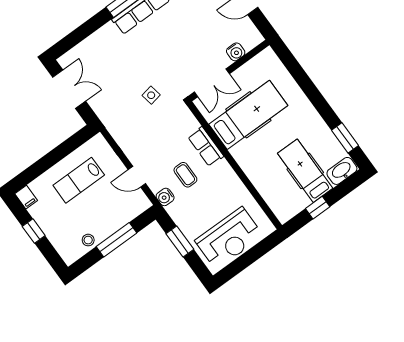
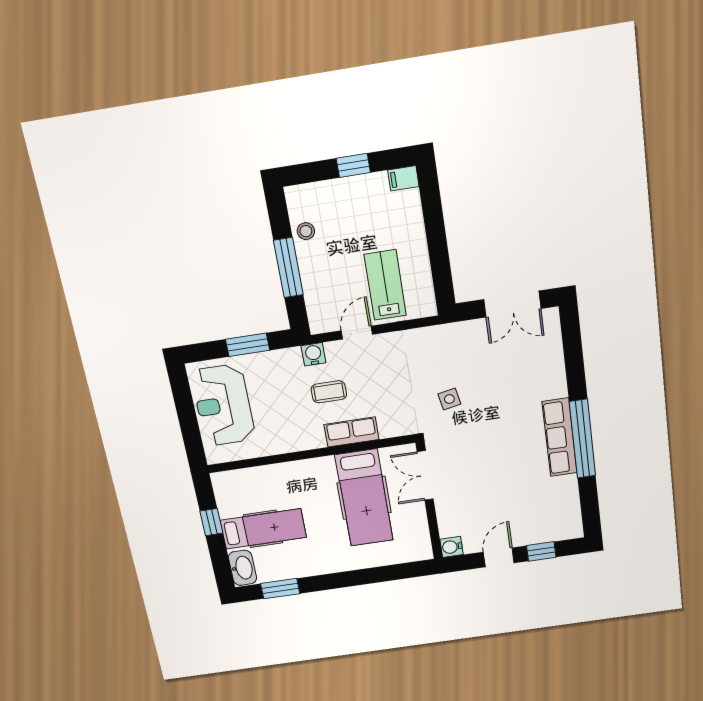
water cooler: (236, 52) -> (452, 547), moved
lab bench: (79, 180) -> (385, 285), moved

